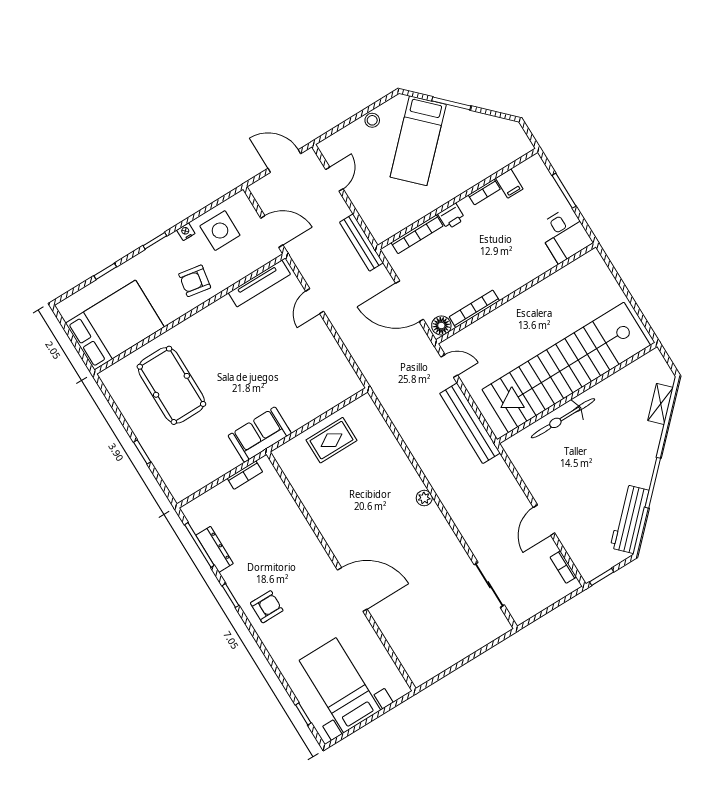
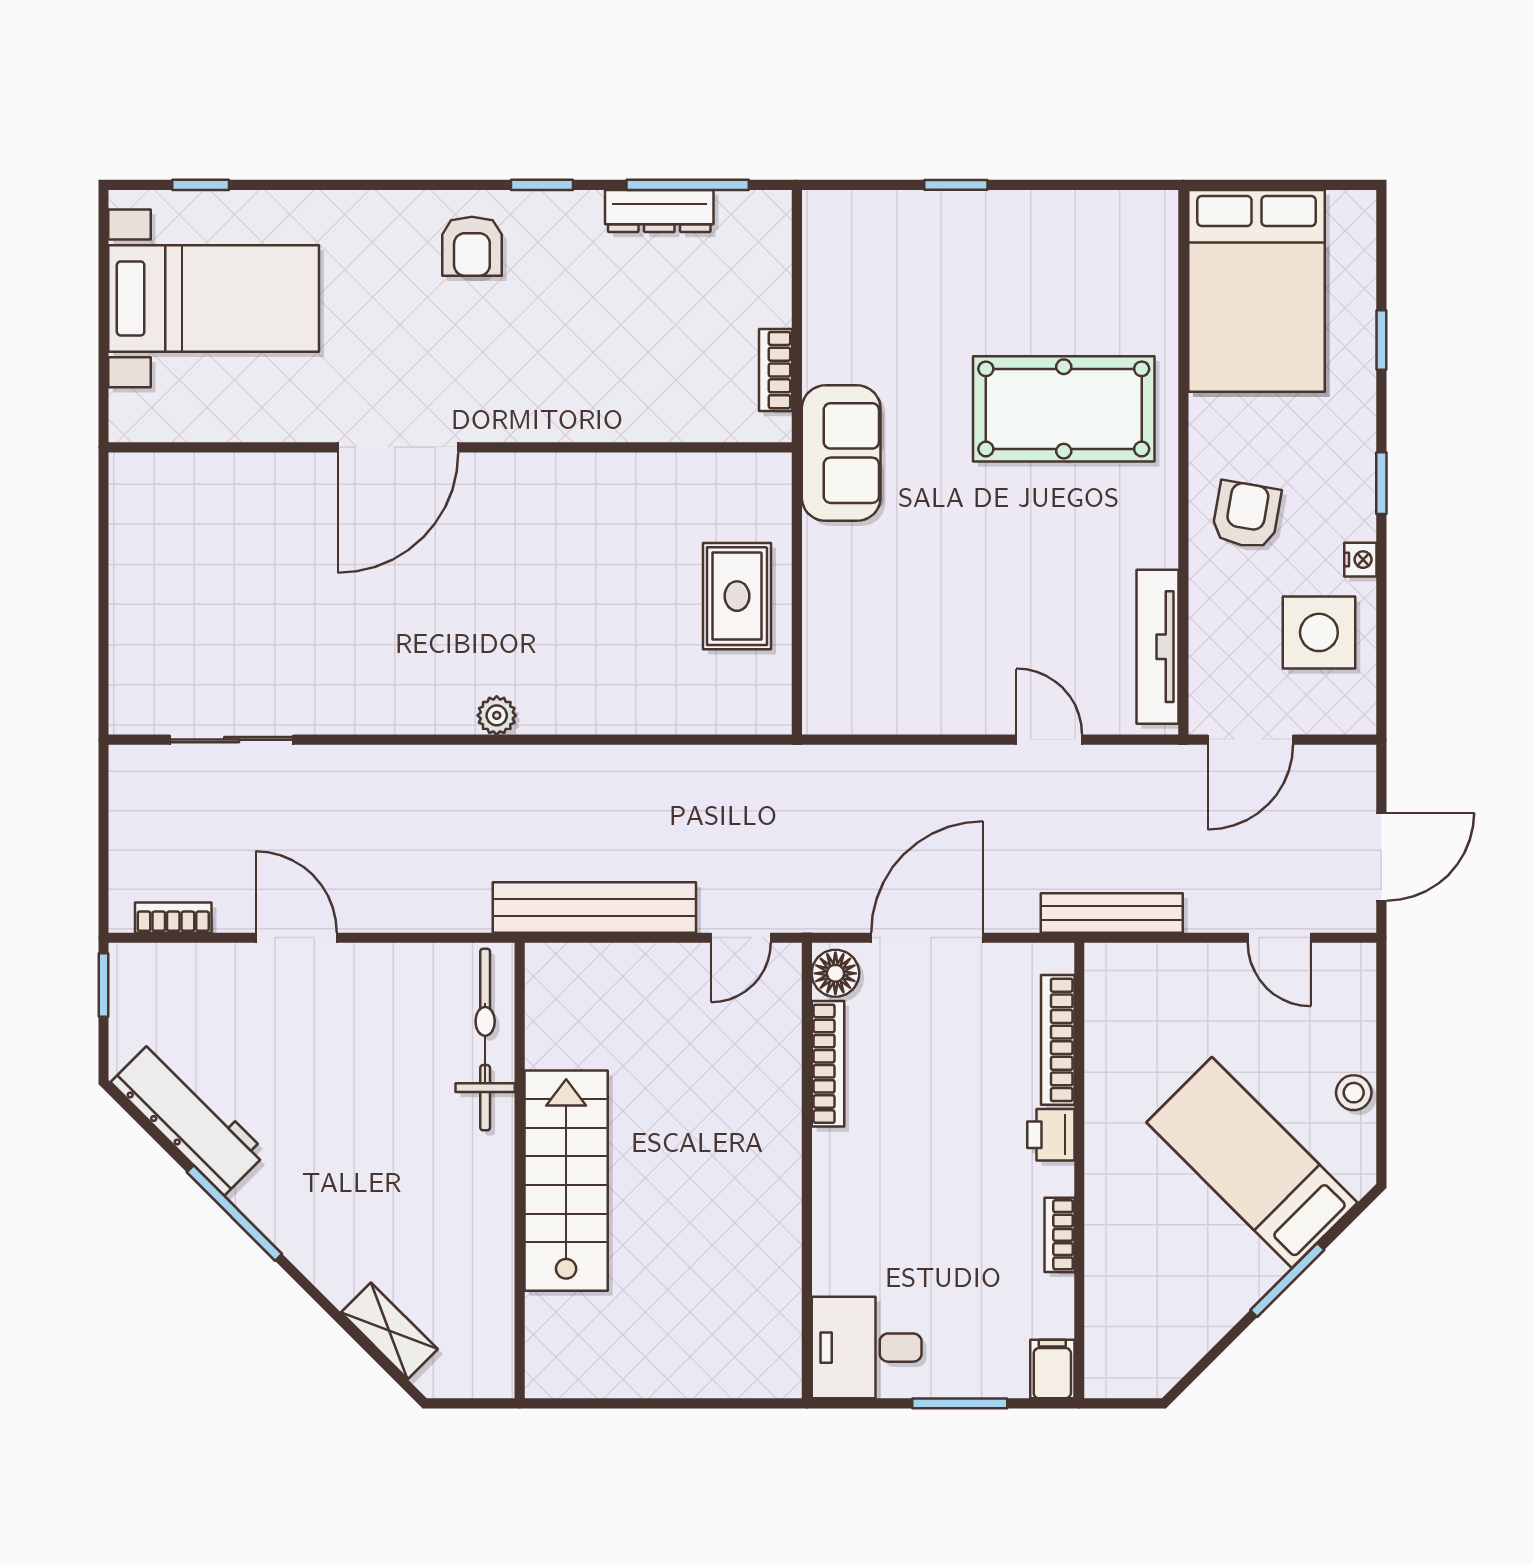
filing cabinet: (509, 184) -> (1052, 1369), moved, turned 90
stairs: (566, 367) -> (566, 1181), width x0.54, depth x0.66
pool table: (171, 385) -> (1064, 409), moved
bicycle: (563, 418) -> (485, 1040), moved

